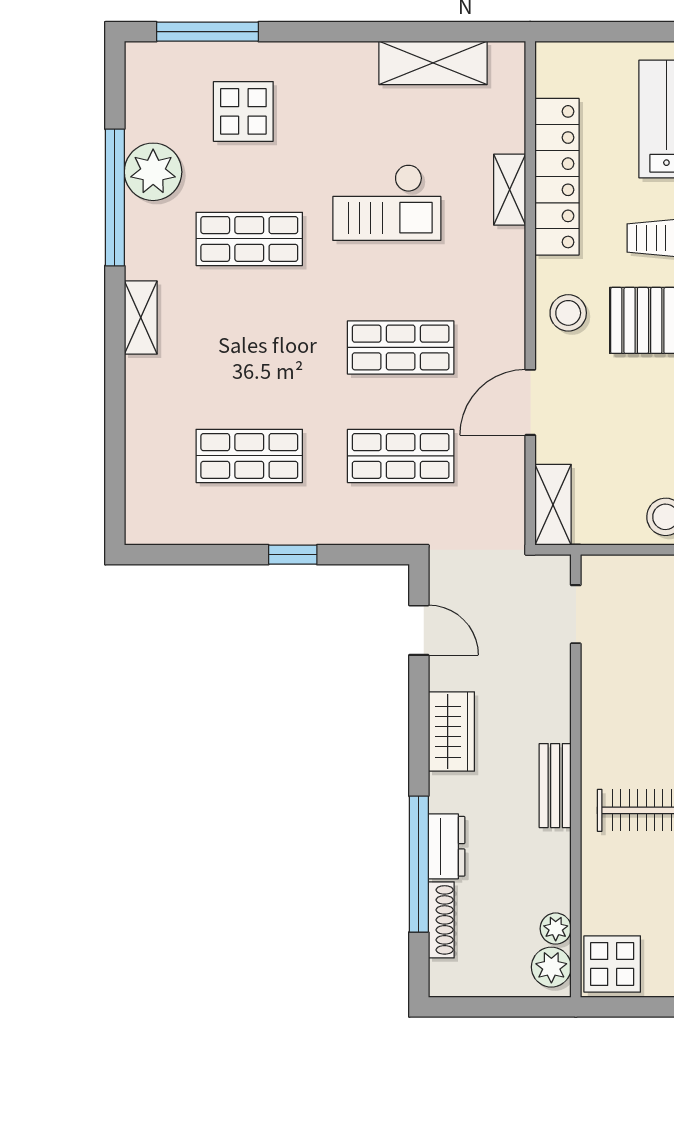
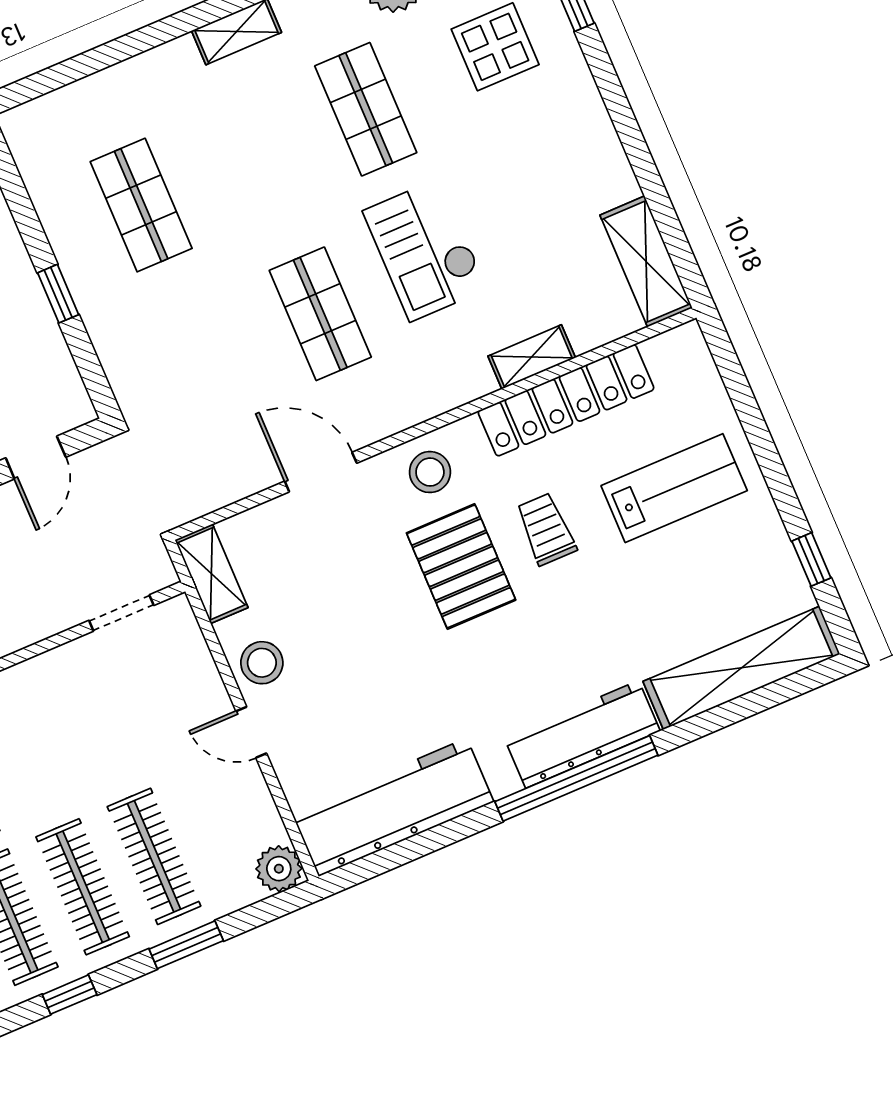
shelving: (433, 63) -> (646, 262), moved
checkout: (387, 202) -> (425, 250), moved
shop shelf: (401, 456) -> (208, 362), removed
shelving: (553, 505) -> (211, 574), moved, turned 90

